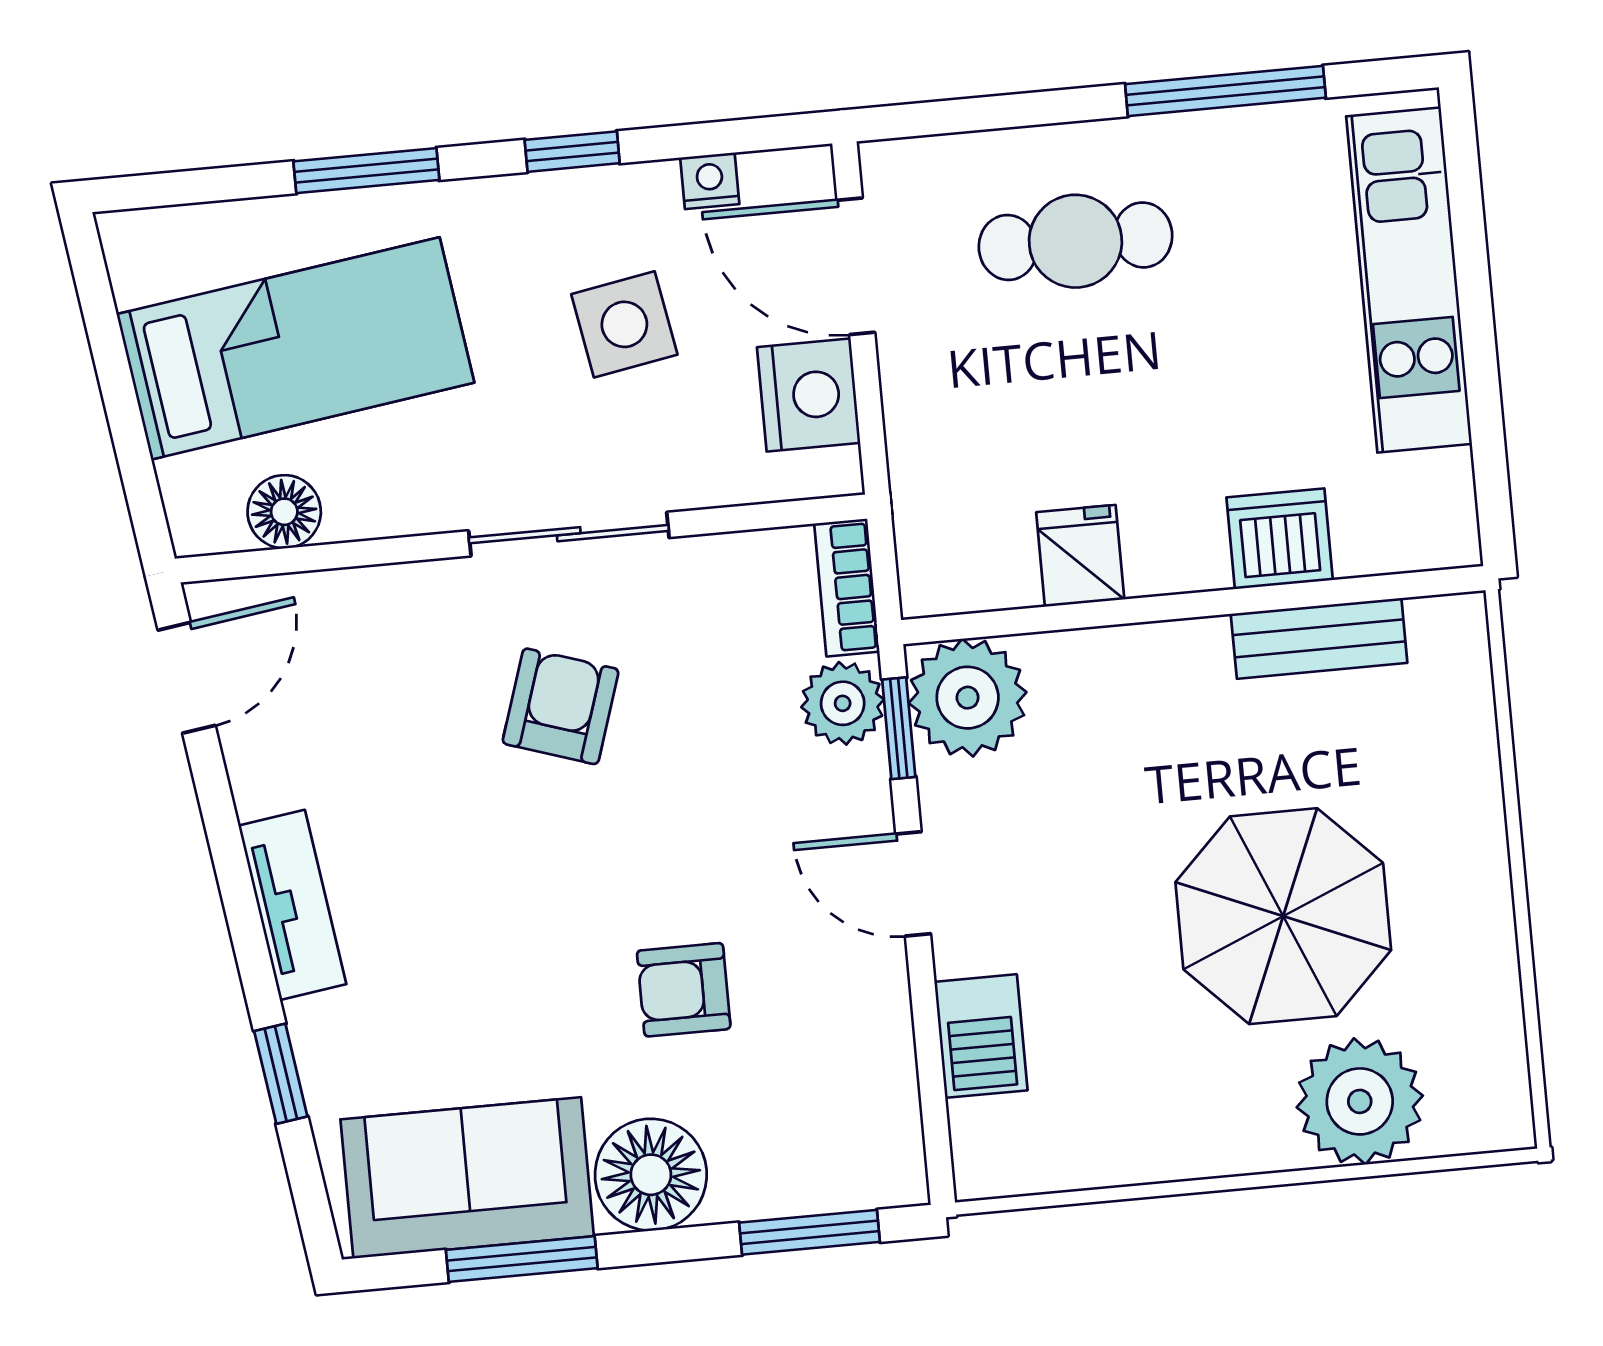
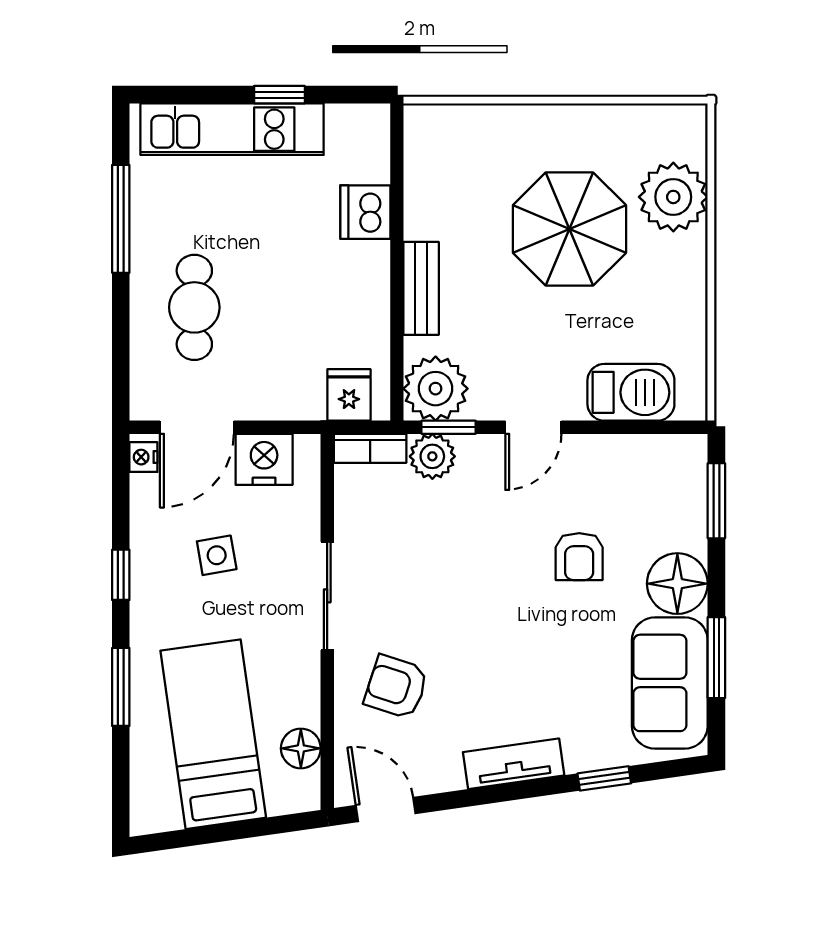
nightstand: (710, 181) -> (143, 457), moved
side table: (624, 324) -> (217, 555), width x0.73, depth x0.73
window: (1481, 361) -> (279, 95), added
fridge: (1080, 556) -> (349, 395), moved, turned 90
bench: (1319, 638) -> (421, 288), moved
armchair: (561, 706) -> (396, 687), moved
barbecue: (981, 1036) -> (631, 392), width x1.38, depth x1.27

